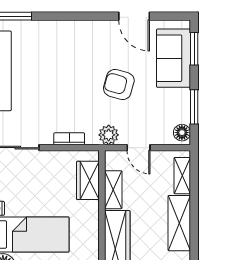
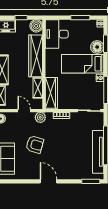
door: (134, 16) -> (48, 181), moved
wardrobe: (88, 180) -> (51, 93), width x1.50

